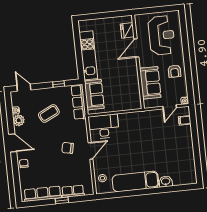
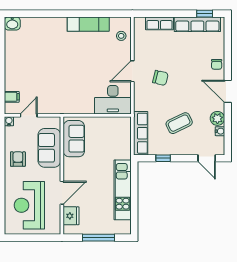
window: (104, 15) -> (98, 238), added
sofa: (94, 95) -> (74, 139), moved, turned 180
exam couch: (135, 181) -> (88, 24), width x0.73, depth x0.69
washbasin: (166, 181) -> (12, 23), moved
window: (62, 200) -> (205, 14), moved

